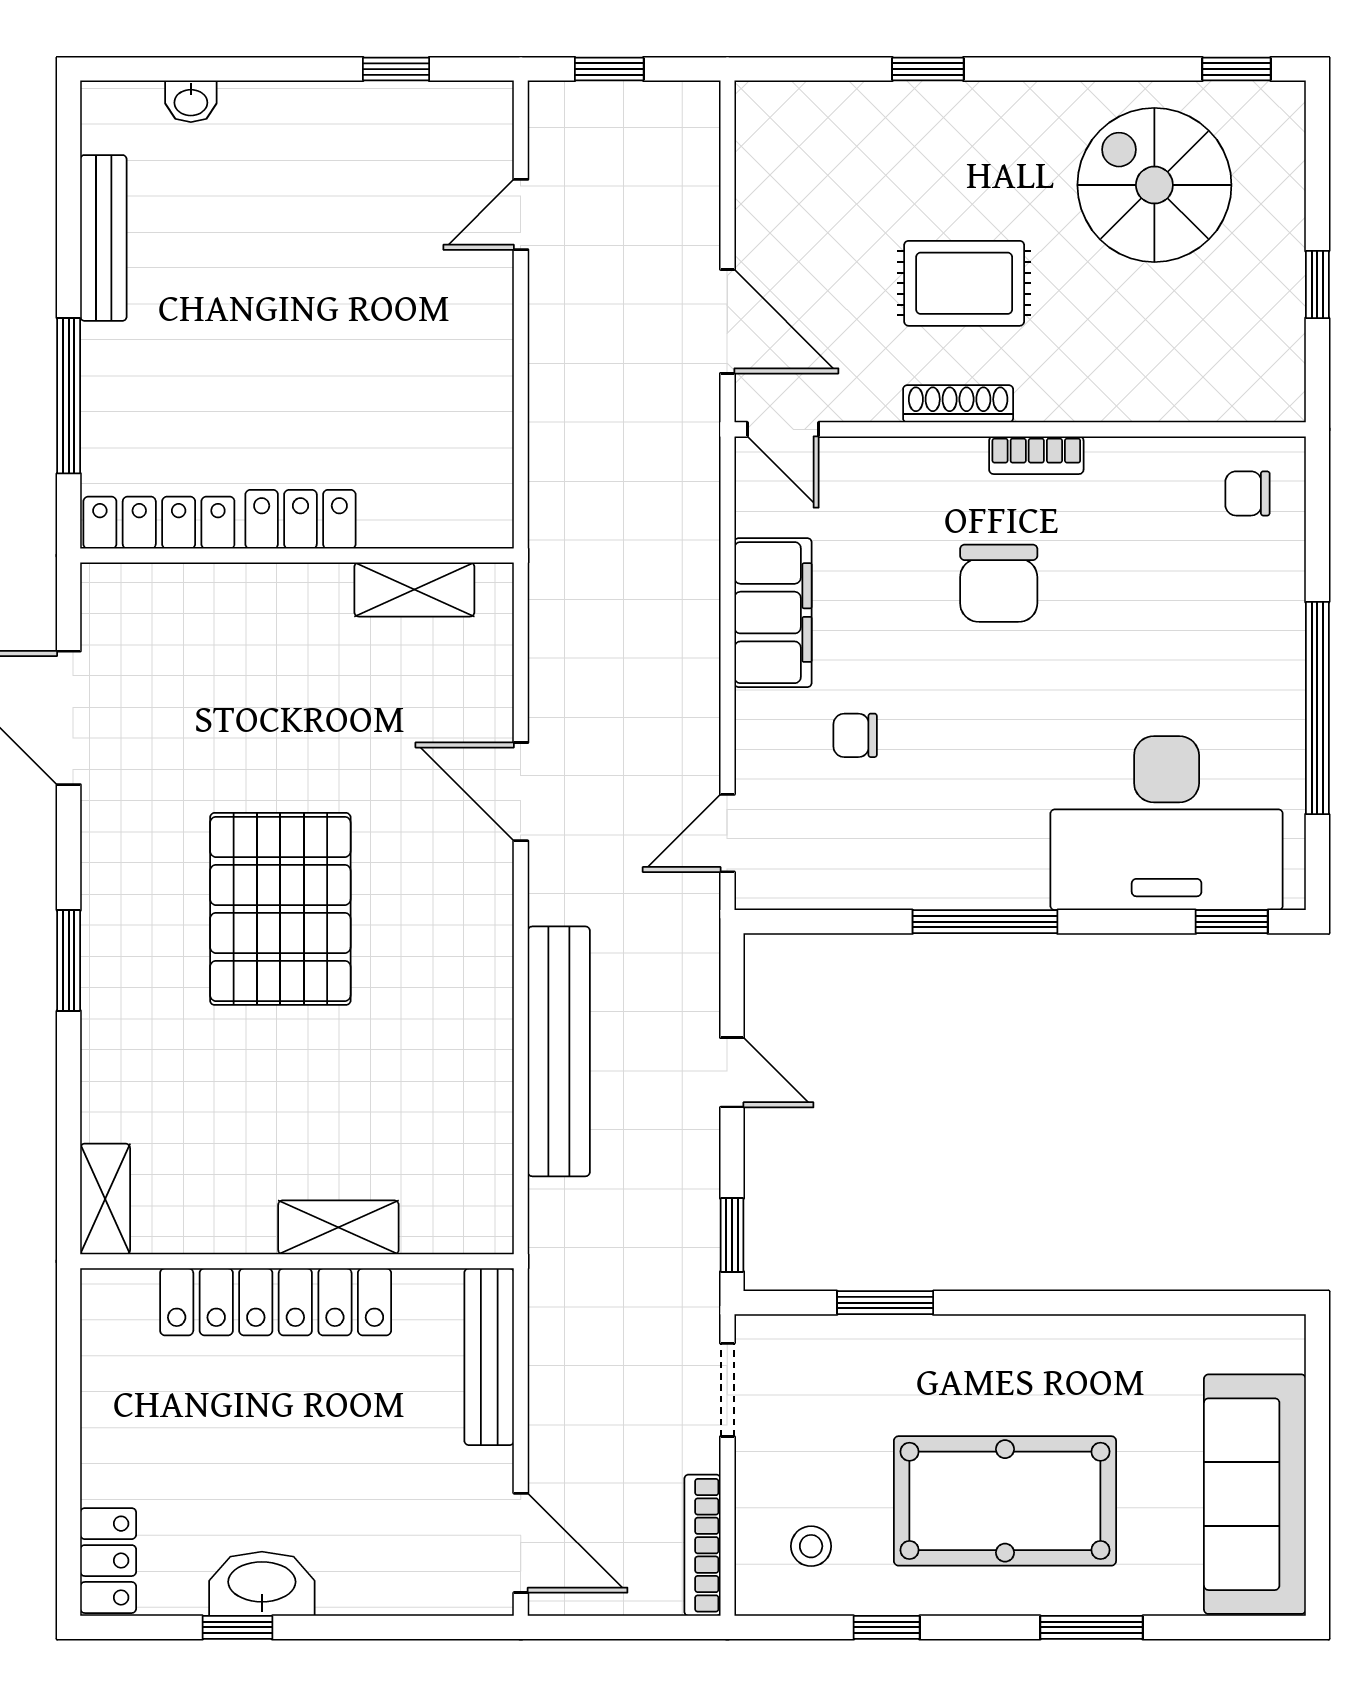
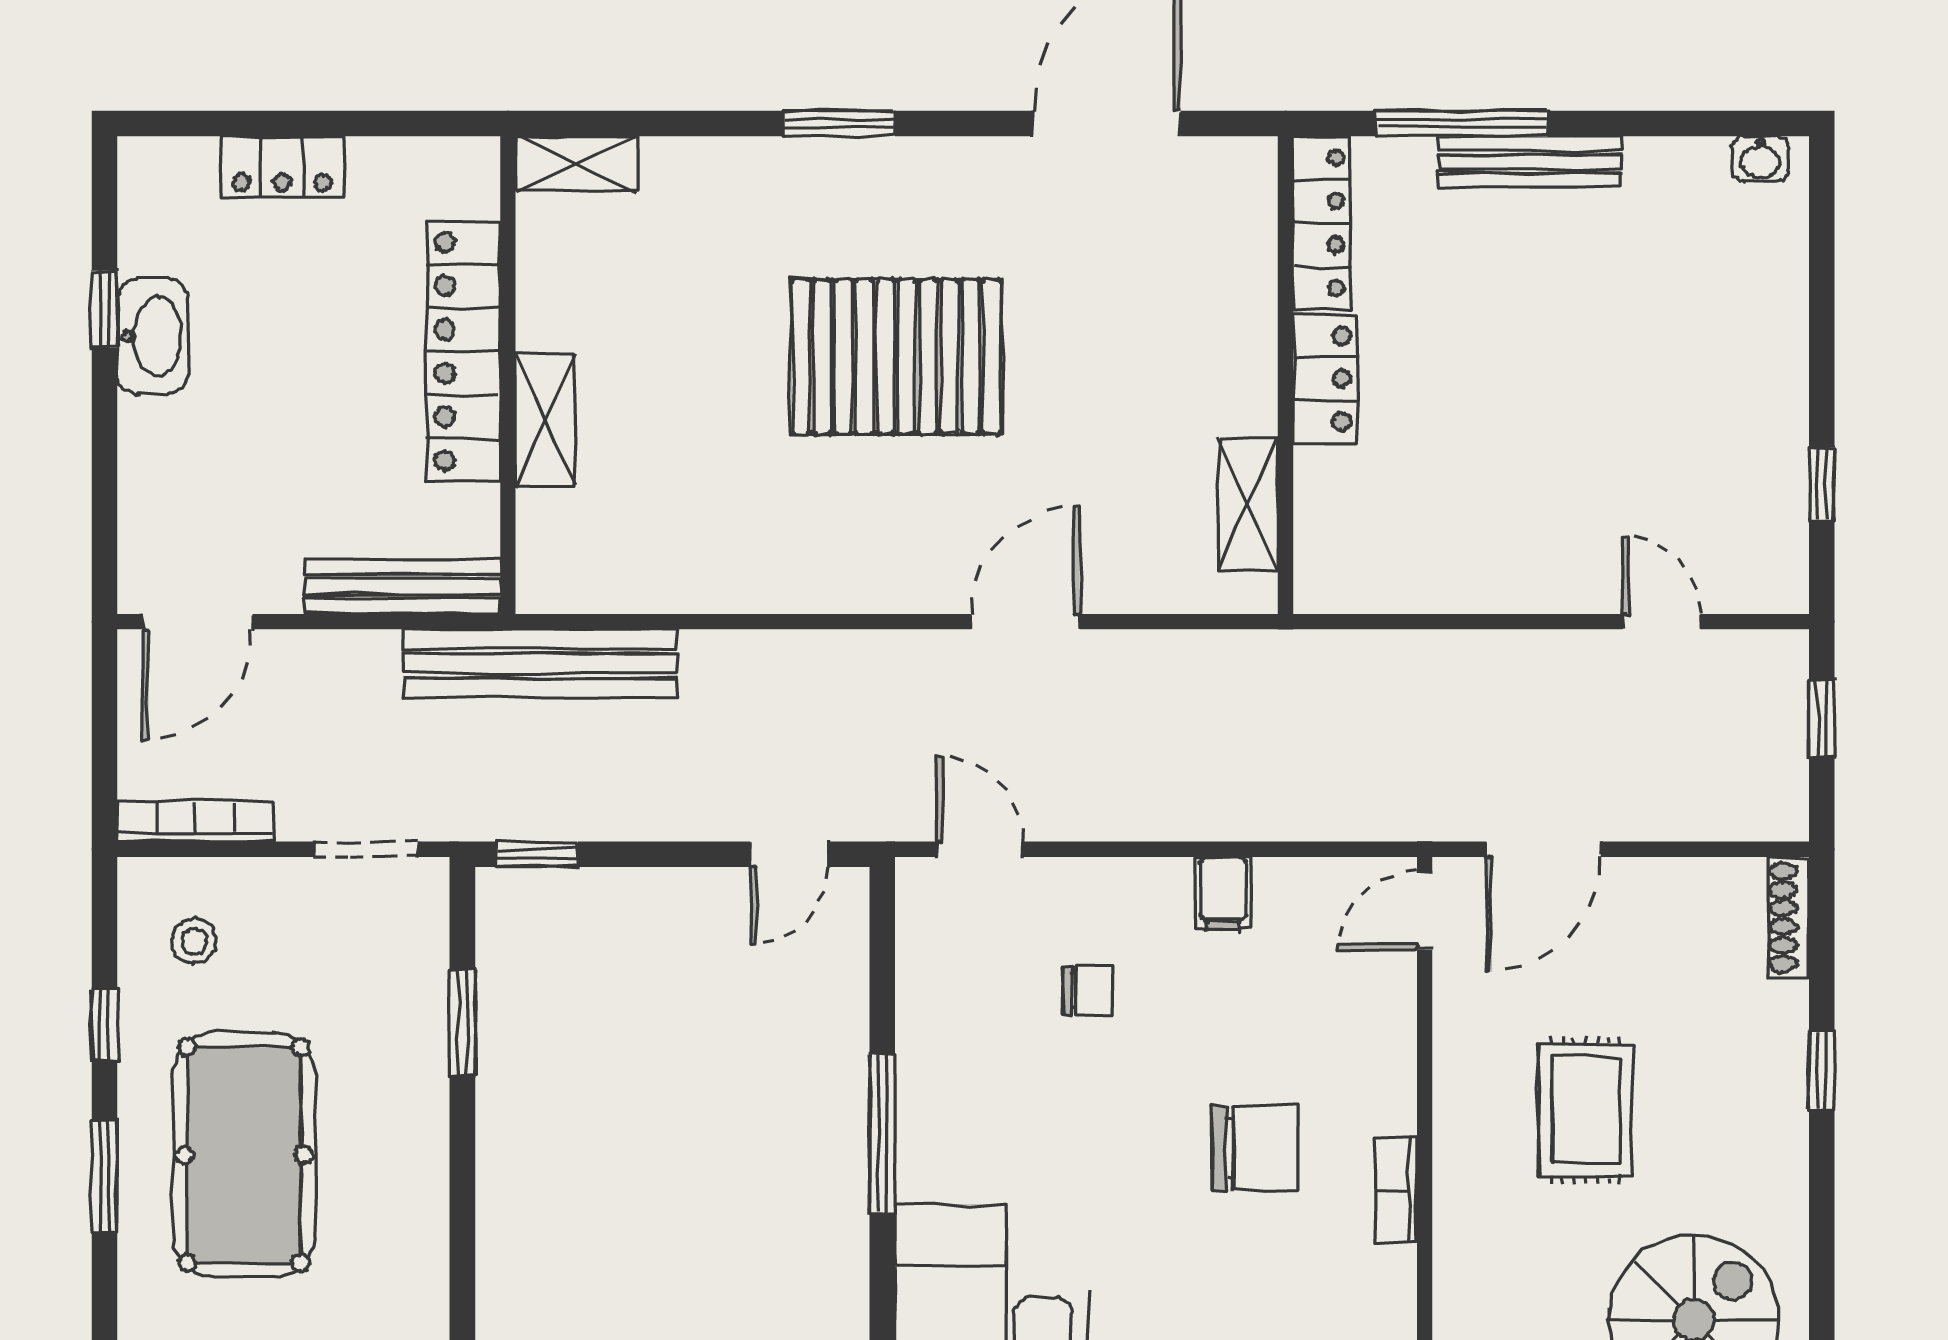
washbasin: (191, 101) -> (1760, 159), moved, turned -90
bench: (103, 238) -> (1530, 162), moved
shoe rack: (958, 404) -> (1788, 917), moved, turned 180
chair: (999, 583) -> (1255, 1148), turned 180
filing cabinet: (773, 613) -> (1223, 893), width x0.33, depth x0.86
chair: (855, 735) -> (1087, 990), turned 90
bench: (559, 1051) -> (540, 663), moved
door: (732, 1072) -> (789, 854), moved
locker: (108, 1561) -> (282, 167), moved
window: (1092, 1627) -> (105, 1176), moved

